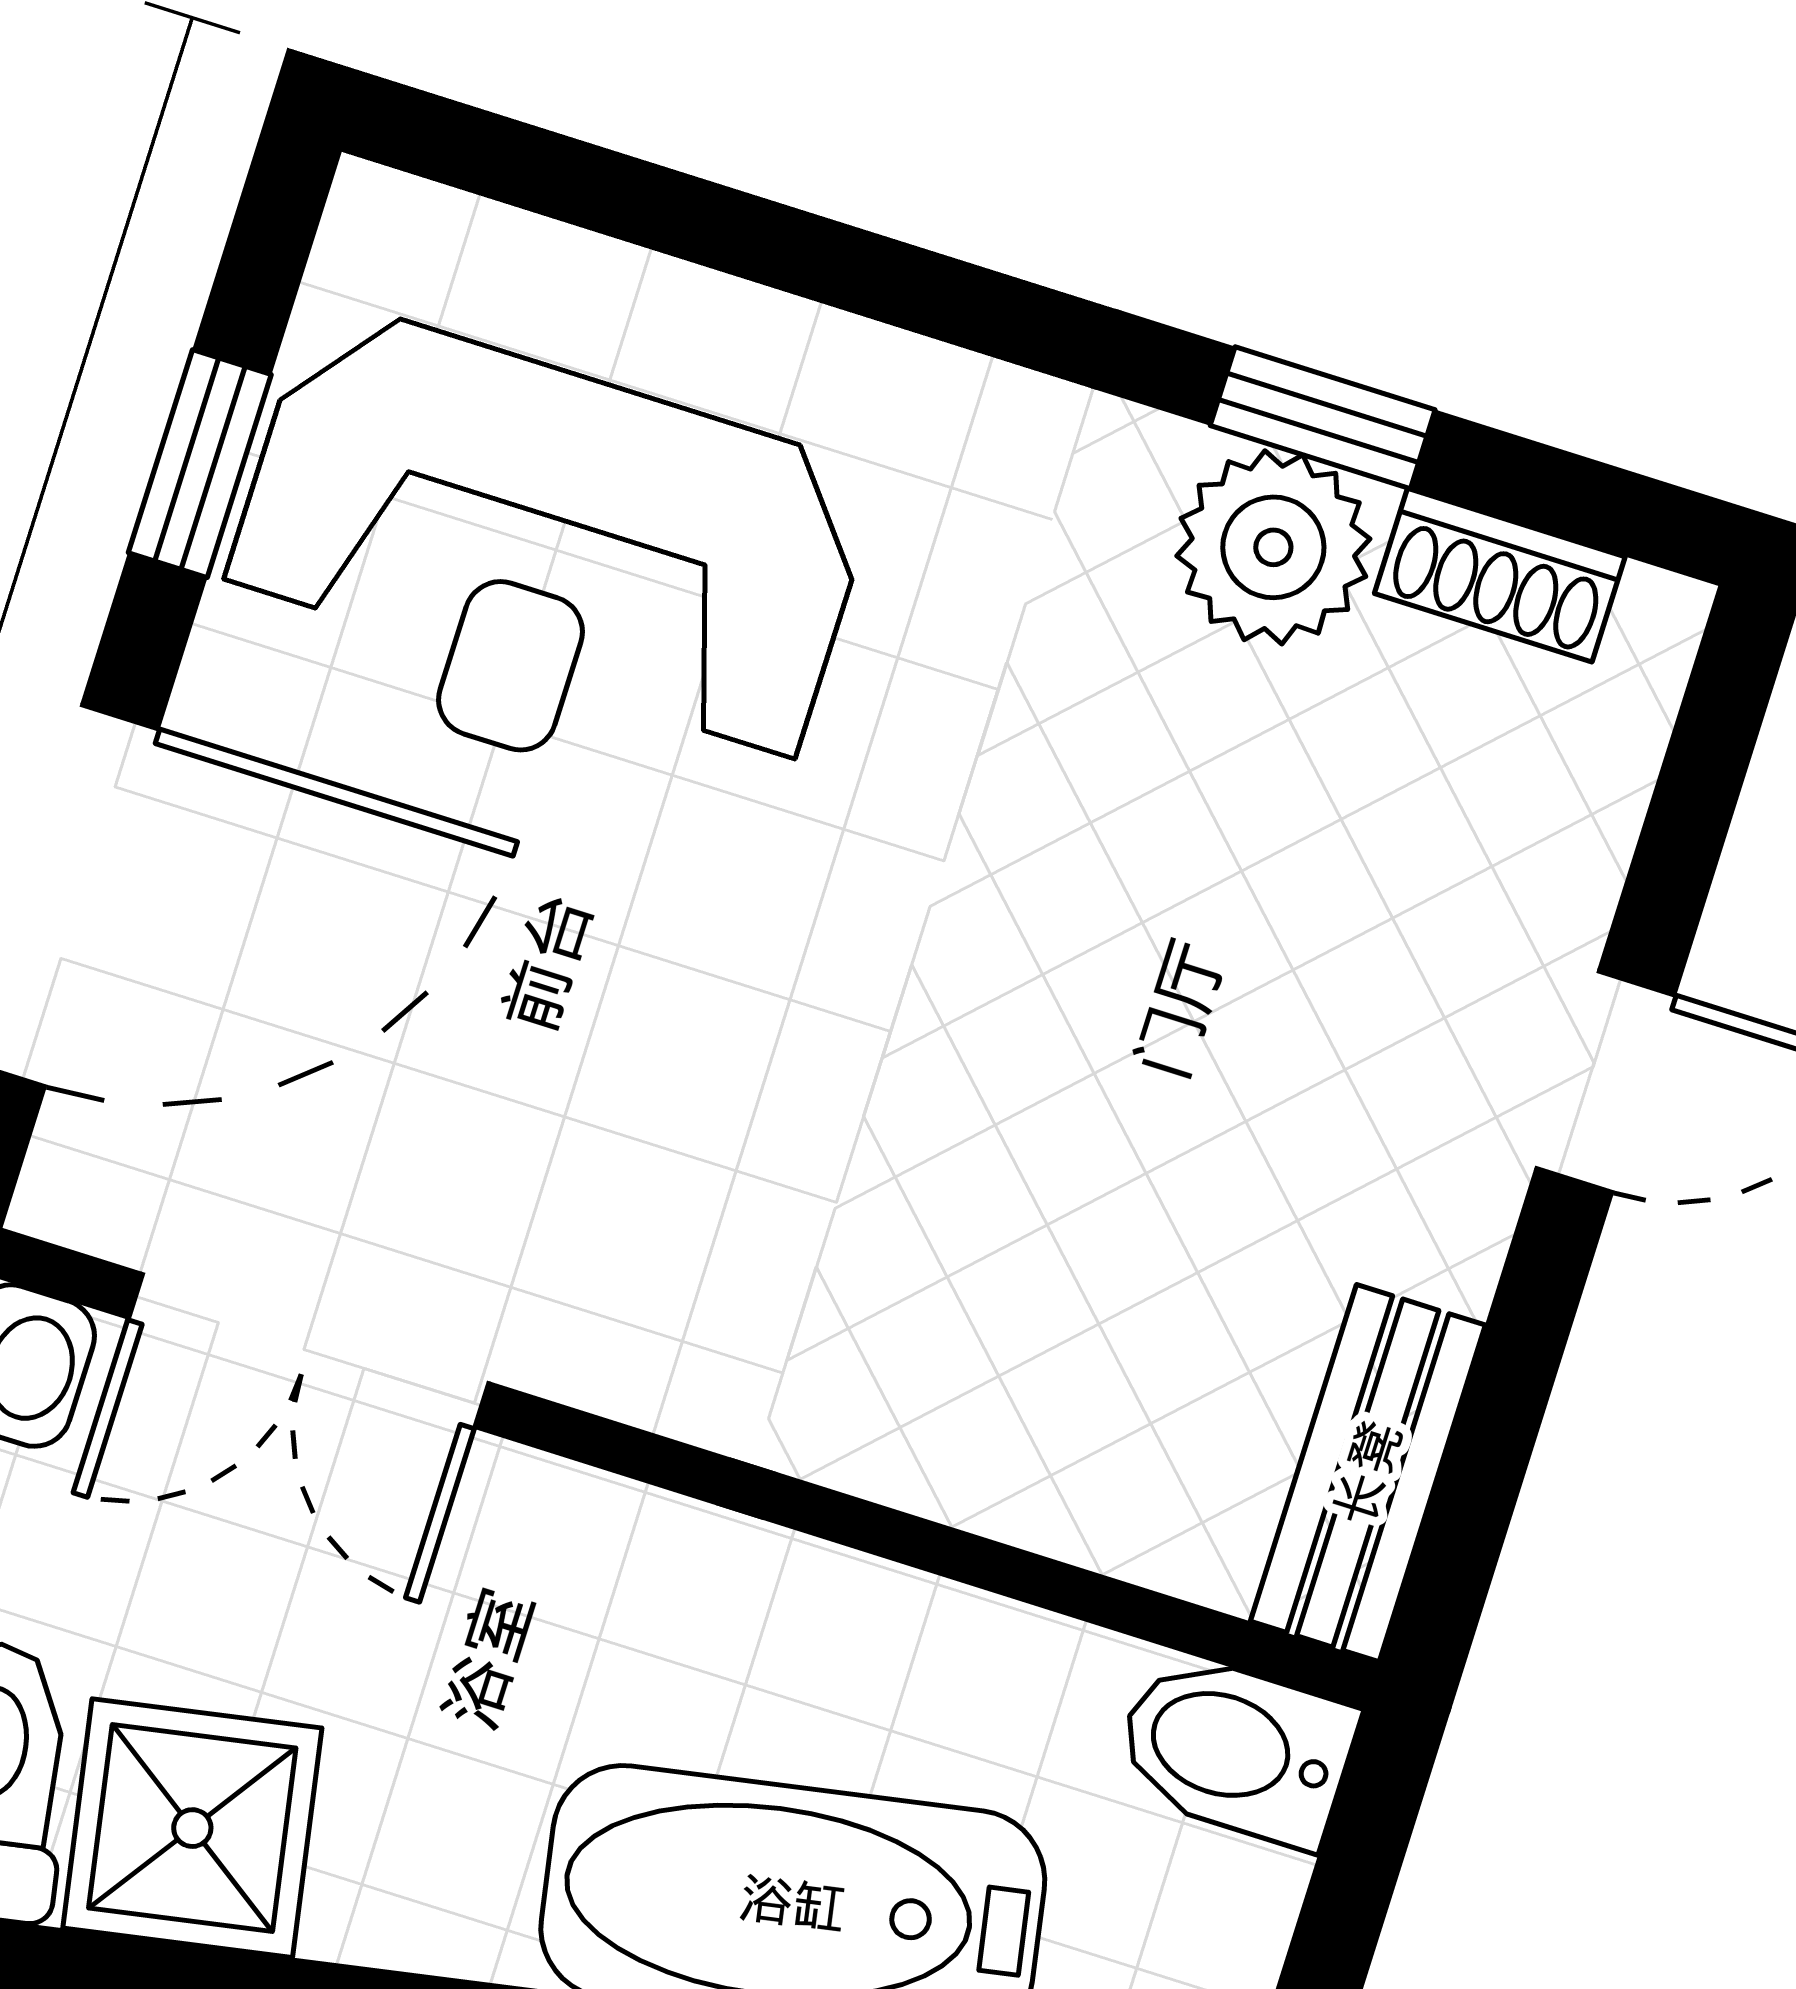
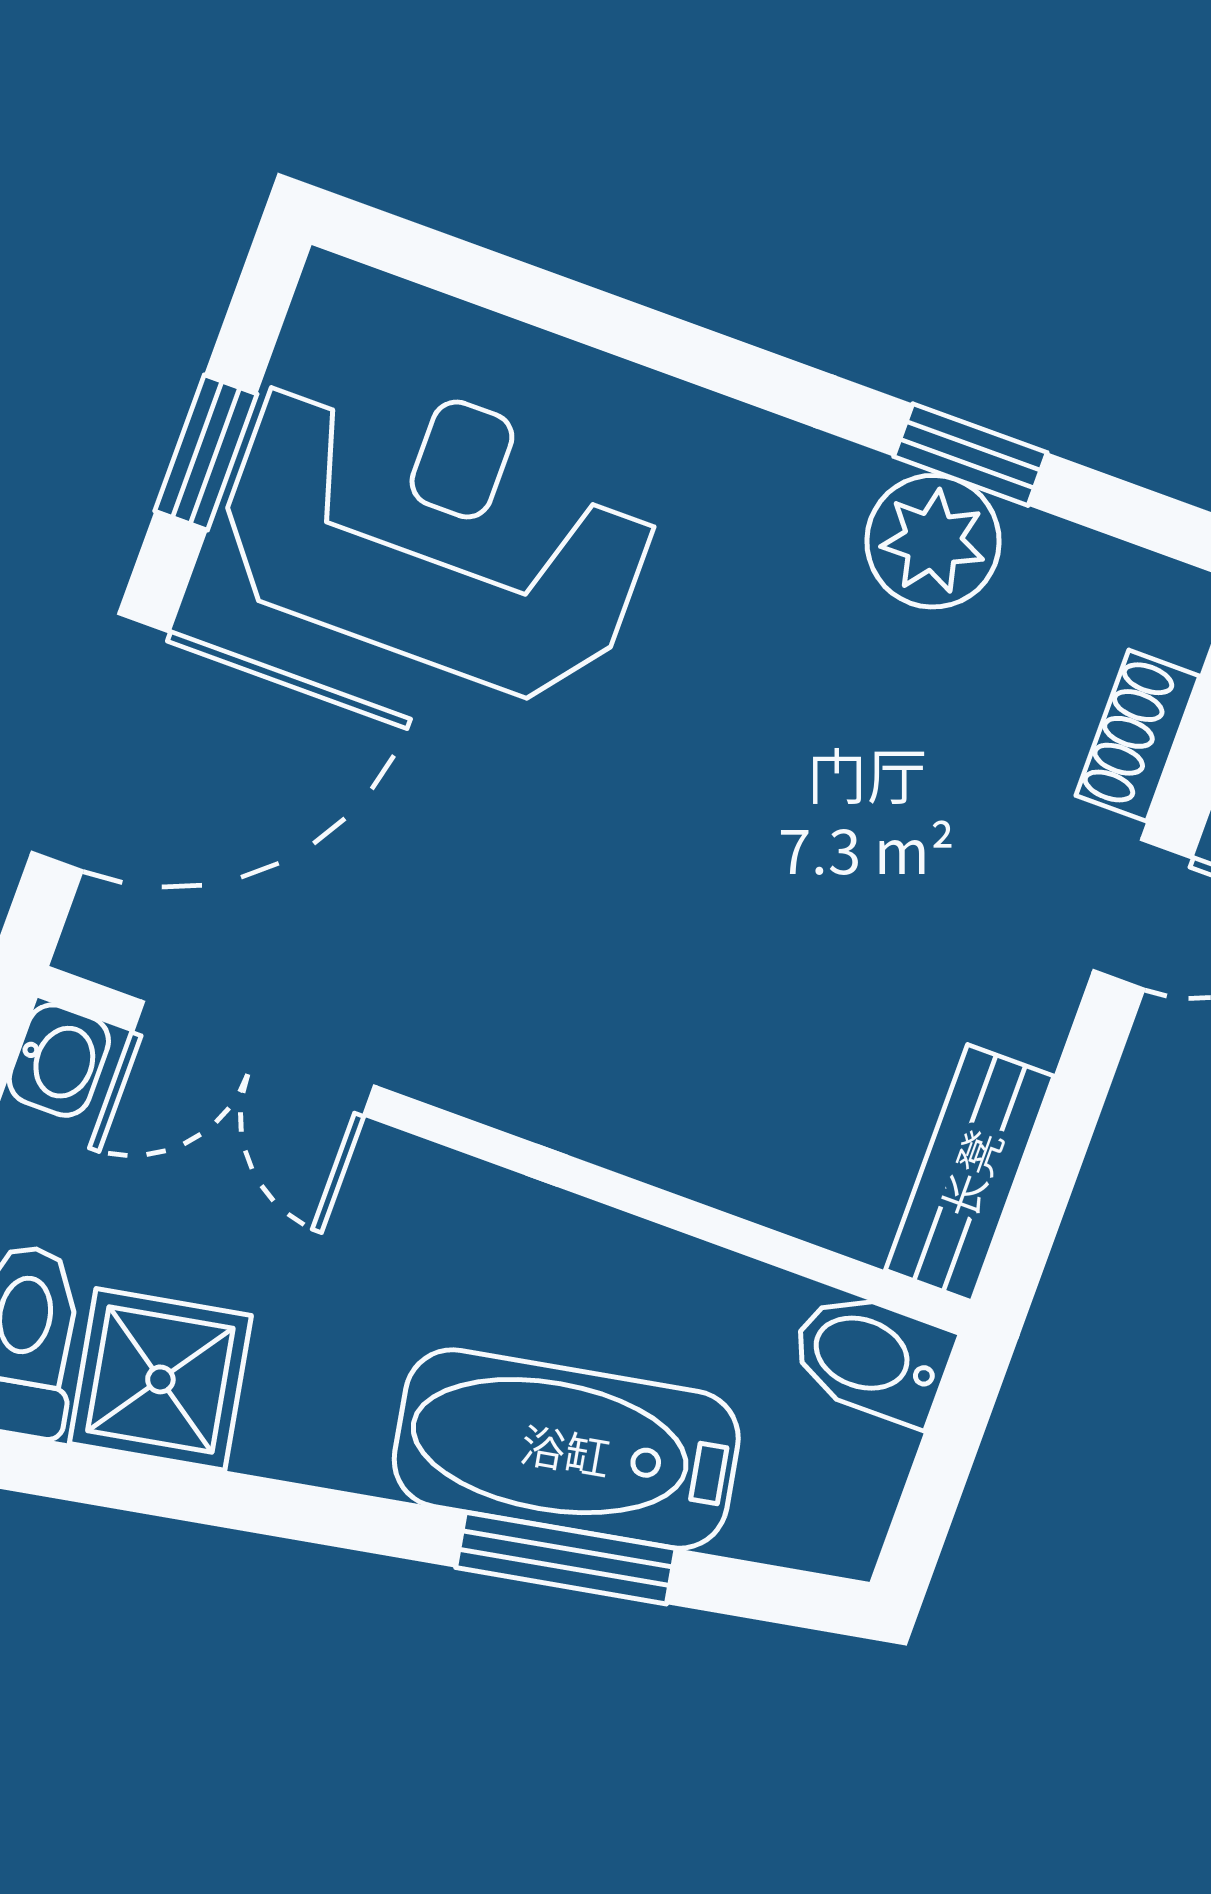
reception desk: (543, 562) -> (436, 529), turned 180
shoe rack: (1500, 575) -> (1138, 736), moved, turned 90

